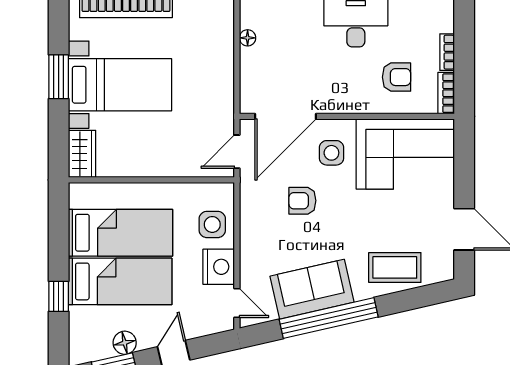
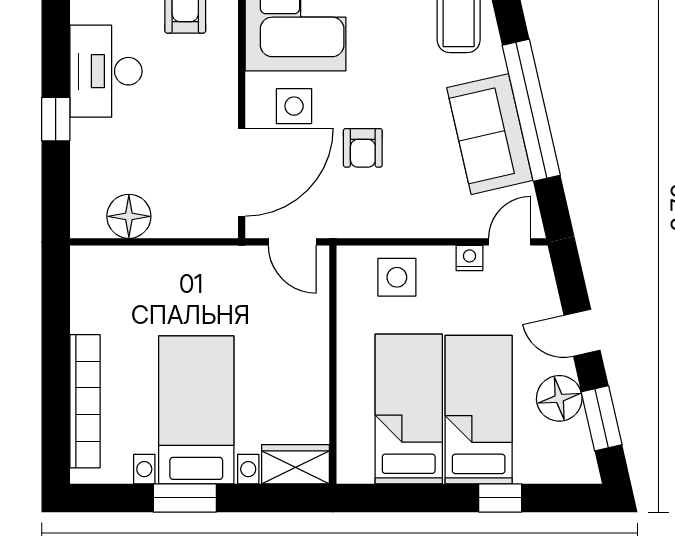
floor lamp: (248, 38) -> (129, 216), width x1.89, depth x1.89
door: (285, 116) -> (242, 172), hinge flipped
nightstand: (219, 267) -> (470, 258), width x0.53, depth x0.56
floor lamp: (125, 343) -> (559, 398), width x1.38, depth x1.38

